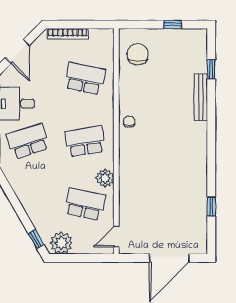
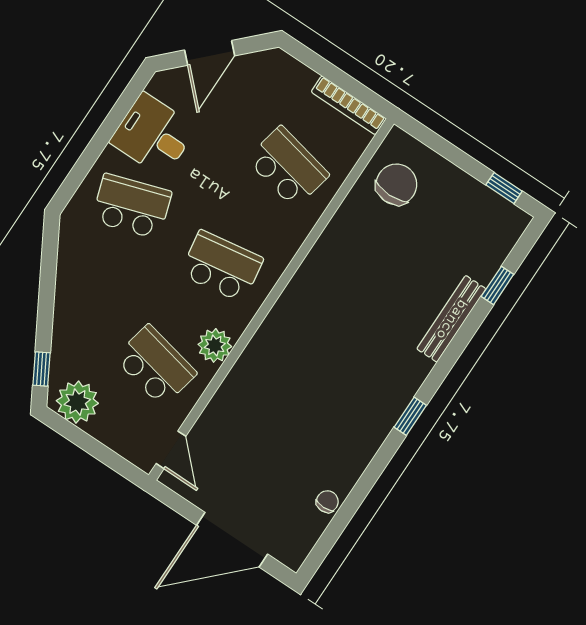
window: (173, 25) -> (504, 188), moved
bookcase: (68, 34) -> (349, 105), moved
chair: (129, 122) -> (327, 502), moved
window: (211, 207) -> (410, 416), moved
door: (116, 237) -> (171, 450), swing flipped

